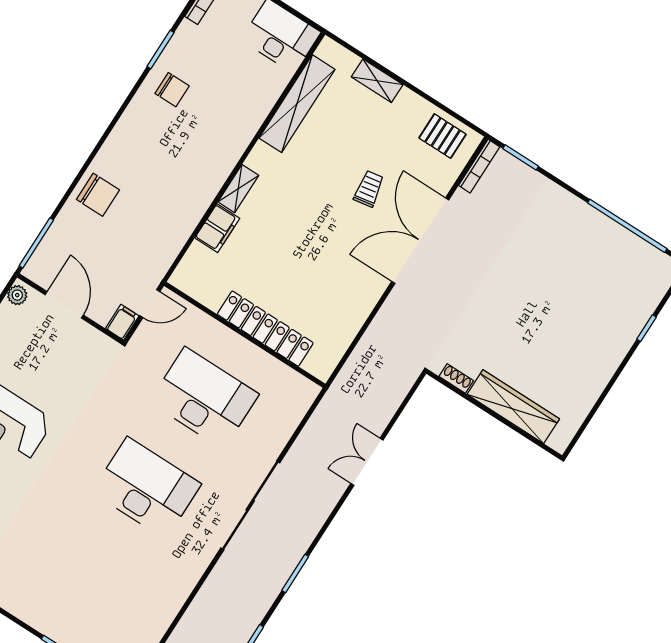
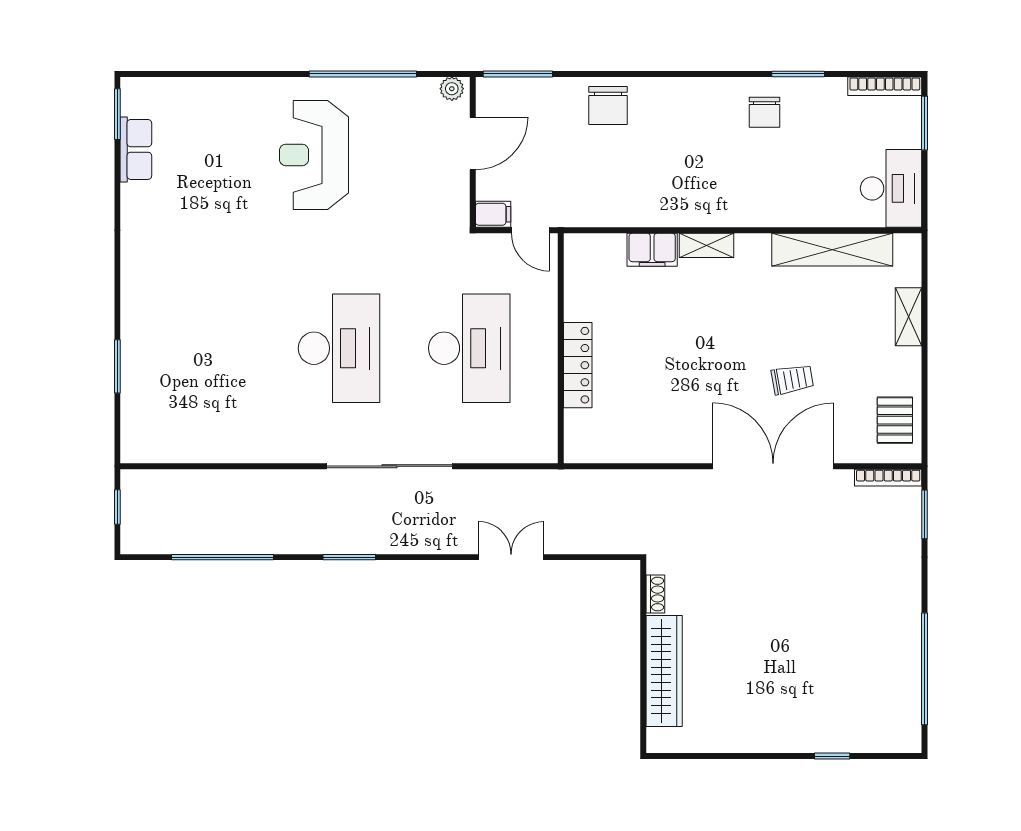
locker: (265, 329) -> (578, 365), width x0.71, depth x0.83

